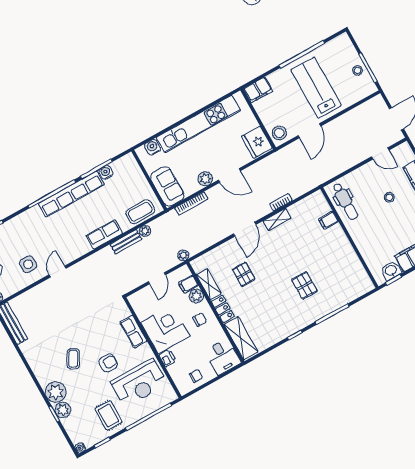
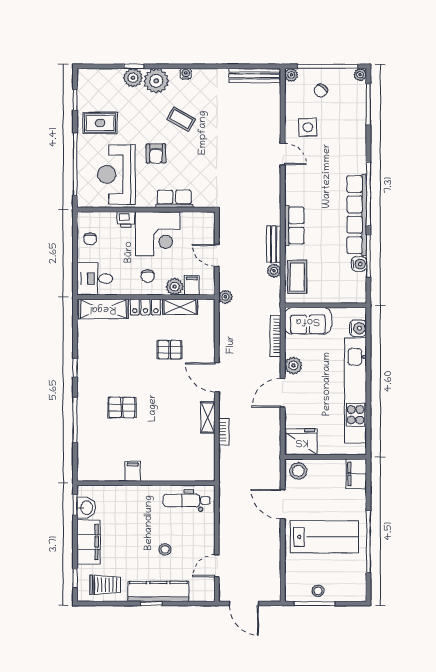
filing cabinet: (328, 220) -> (133, 471), moved
water cooler: (80, 448) -> (186, 74), moved

